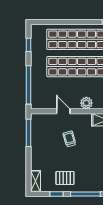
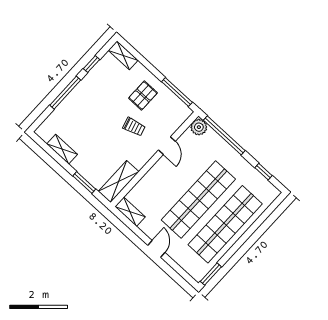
plant: (86, 103) -> (199, 127), moved
door: (63, 111) -> (167, 146), hinge flipped
pallet: (65, 178) -> (143, 95), moved

